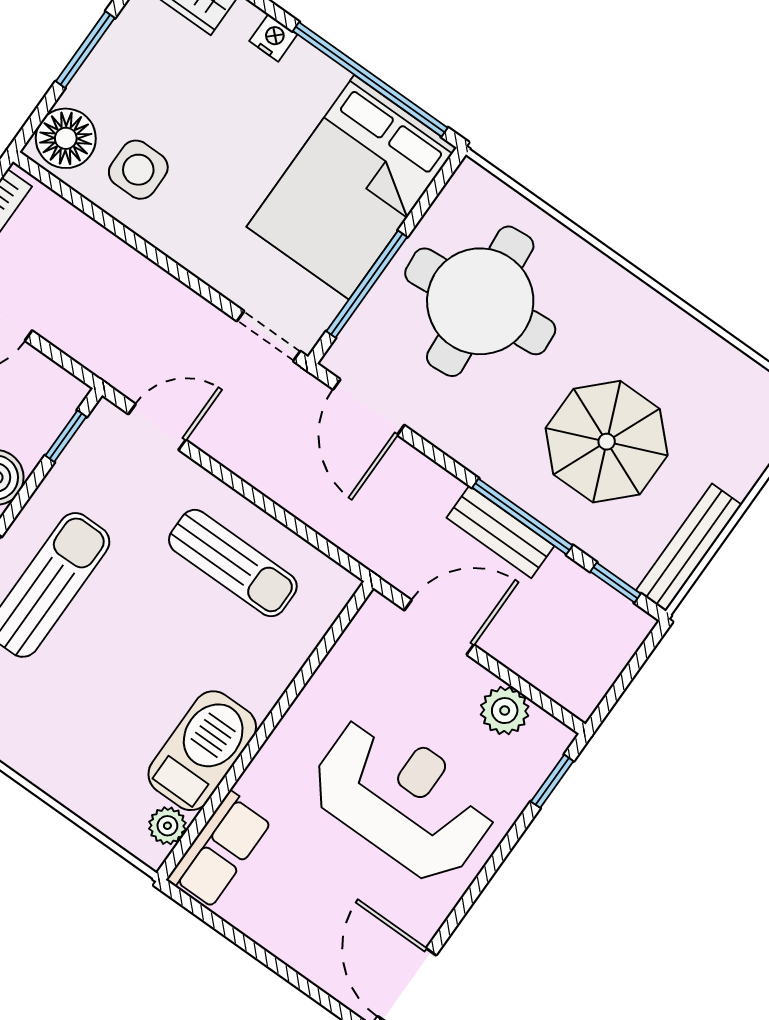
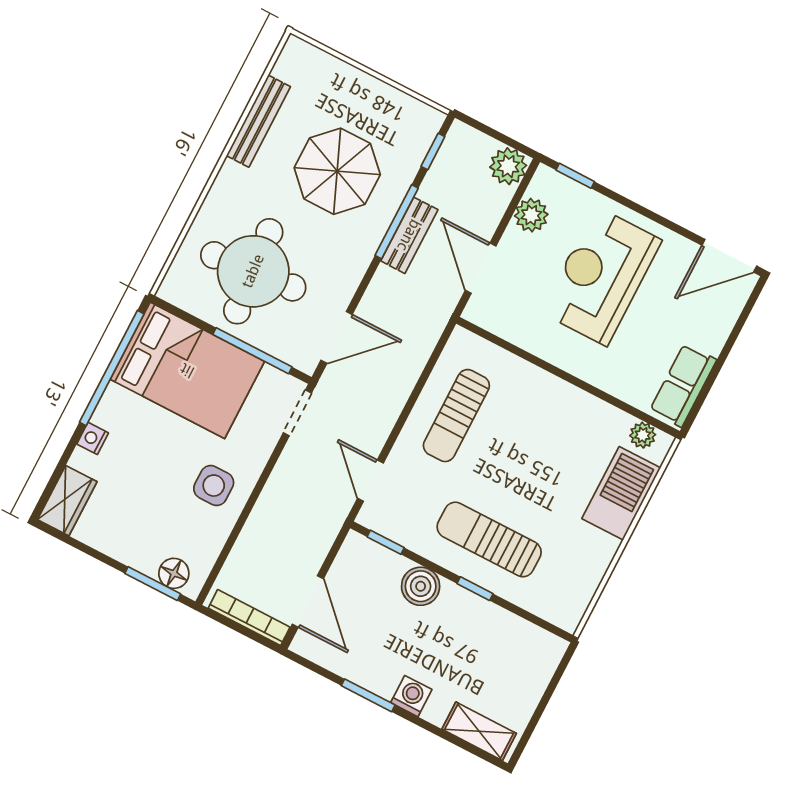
window: (85, 50) -> (153, 584), moved
floor lamp: (66, 138) -> (174, 573), width x0.73, depth x0.73
side table: (138, 170) -> (214, 486), moved
bench: (689, 547) -> (258, 121), moved, turned 90
sun lounger: (233, 563) -> (456, 416), turned 180
plant: (579, 687) -> (508, 166), added
barbecue: (202, 751) -> (621, 493), moved, turned 90
row of seats: (219, 850) -> (683, 385), moved, turned -90

